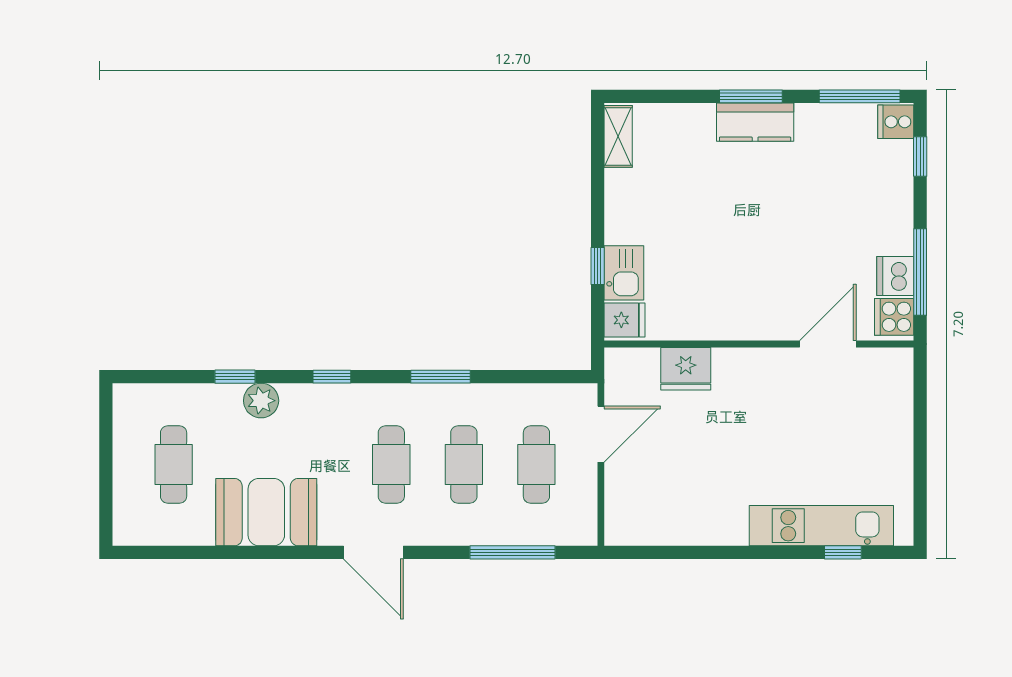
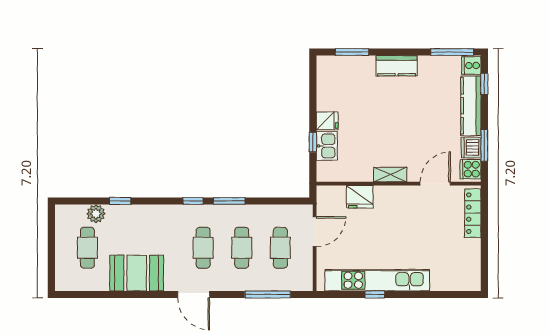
window: (751, 96) -> (352, 52), moved
shelving: (618, 136) -> (390, 174), moved, turned 90
kitchen counter: (895, 198) -> (471, 106), added
window: (920, 272) -> (484, 145), width x0.69
fridge: (625, 320) -> (327, 121), moved
window: (332, 377) -> (193, 201), moved
locker: (898, 399) -> (473, 213), added
plant: (261, 401) -> (96, 214), moved
kitchen unit: (821, 526) -> (377, 280), moved, width x1.36
window: (843, 552) -> (375, 294), moved

